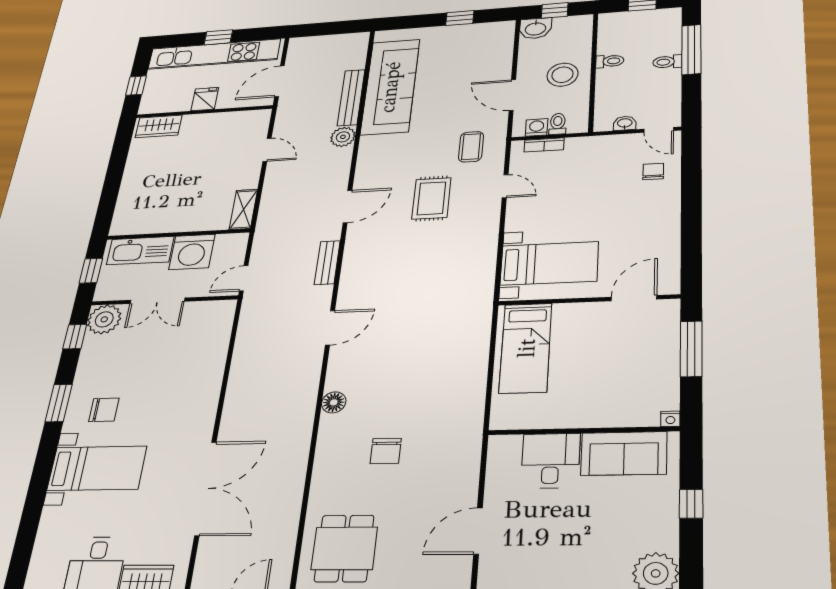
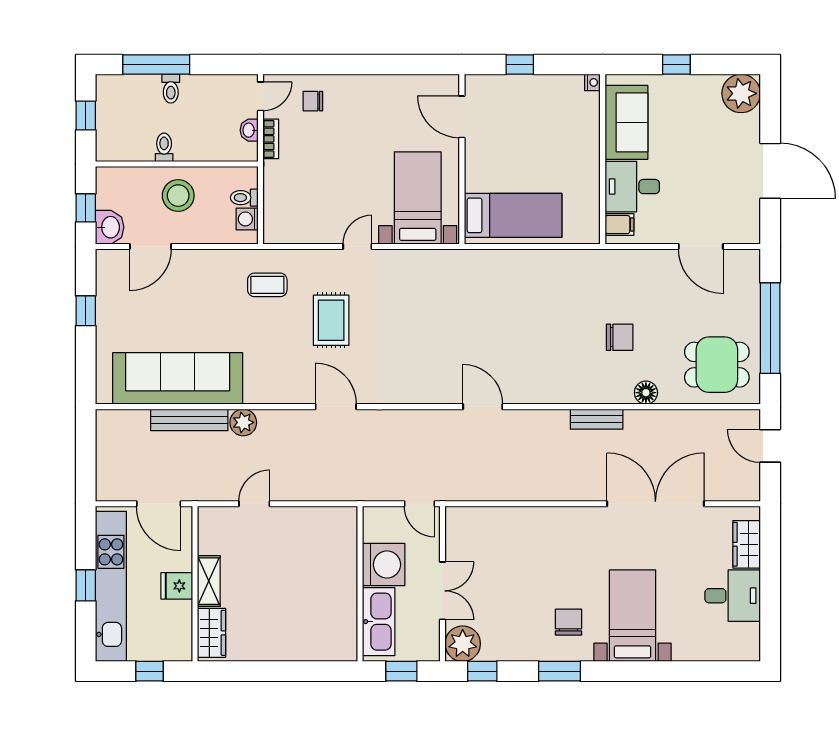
door: (512, 95) -> (151, 246), moved
bookcase: (544, 145) -> (271, 139), moved
door: (505, 186) -> (357, 246), moved
rug: (431, 198) -> (331, 320), turned 90
shelving: (243, 209) -> (209, 581), moved, turned 90
bench: (327, 263) -> (597, 419), moved
window: (691, 349) -> (520, 64), width x0.46
floor lamp: (334, 402) -> (646, 393), moved
filing cabinet: (509, 449) -> (620, 225), added

